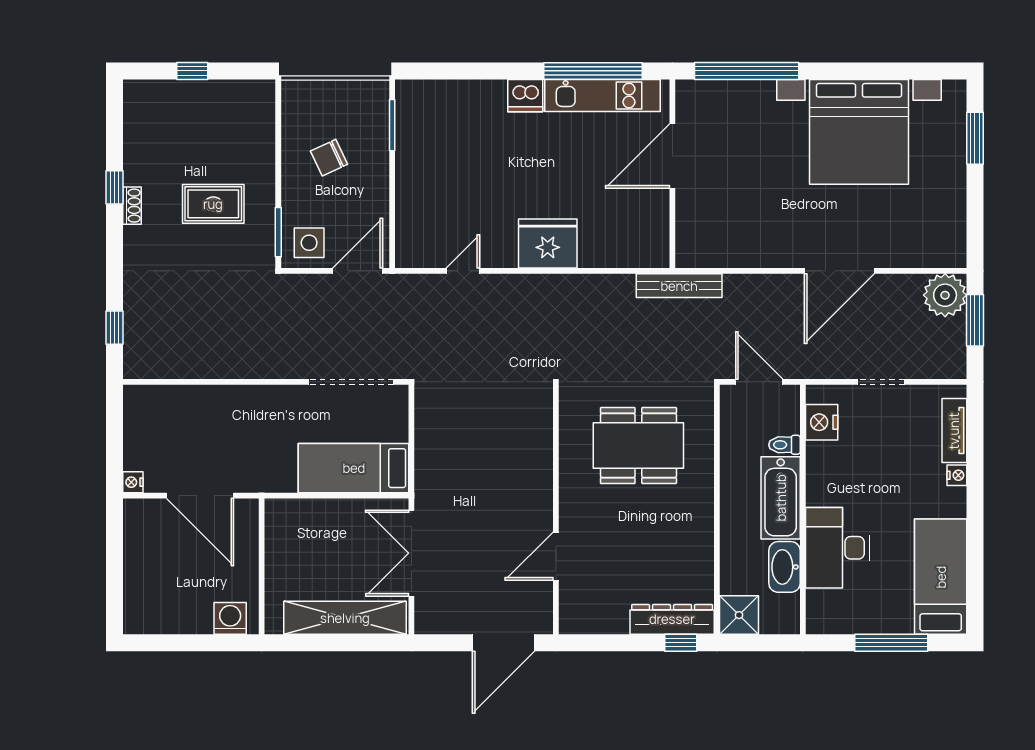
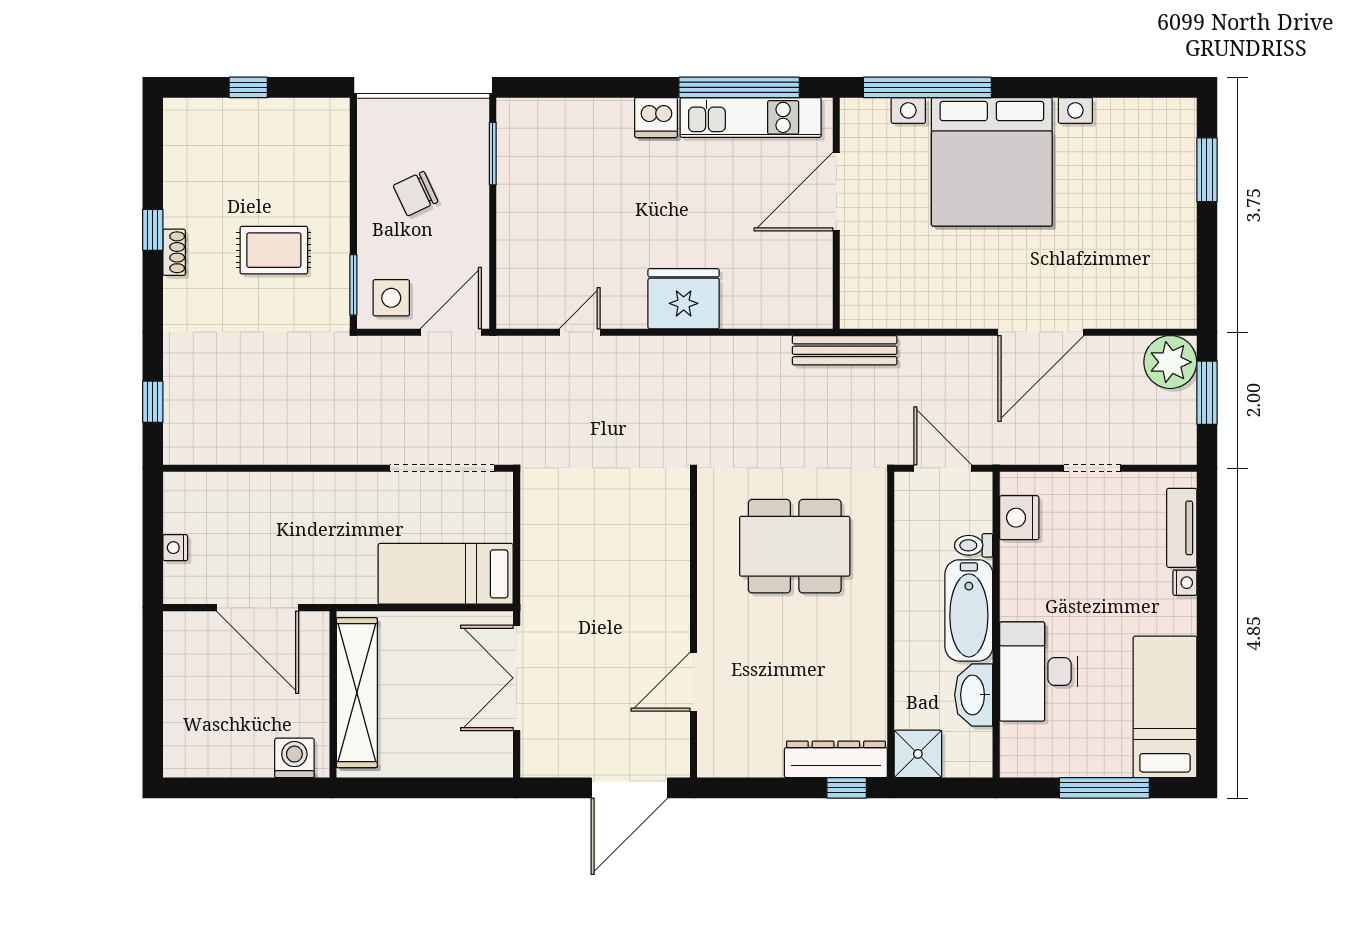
bed with nightstands: (859, 132) -> (992, 162), moved
nightstand: (133, 482) -> (175, 548), moved
shelving: (345, 618) -> (357, 693), moved, turned 90

